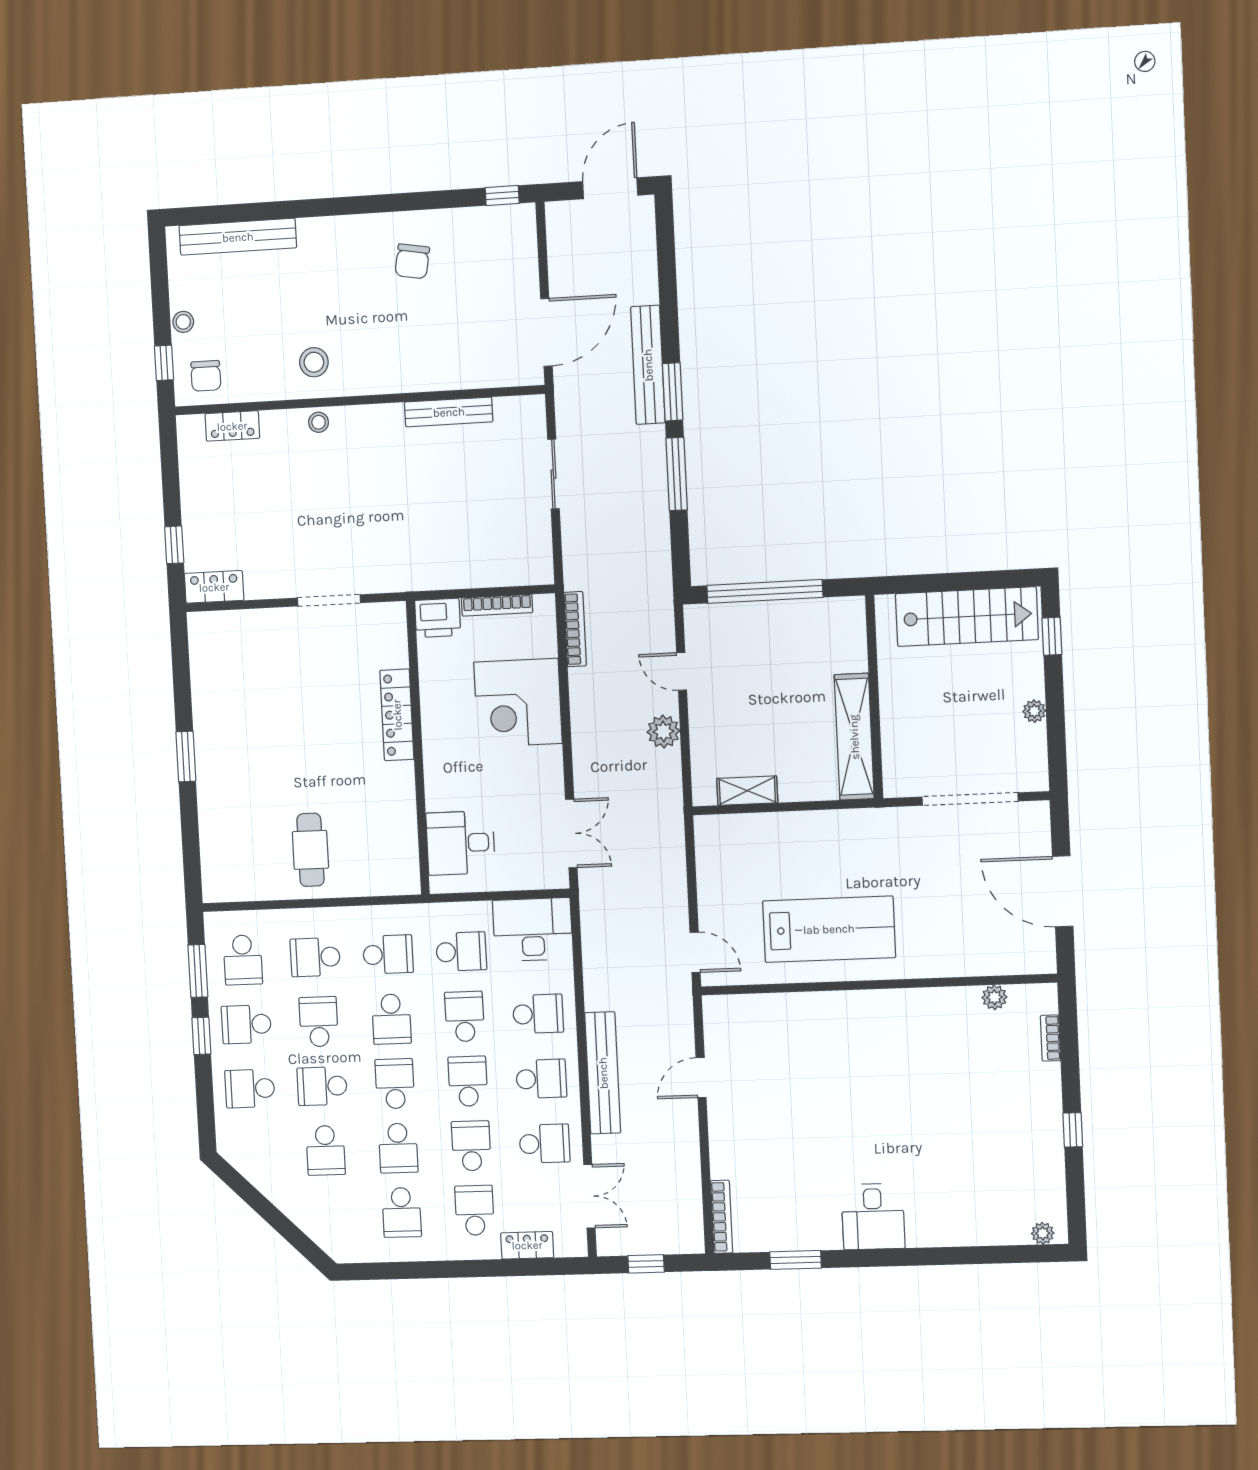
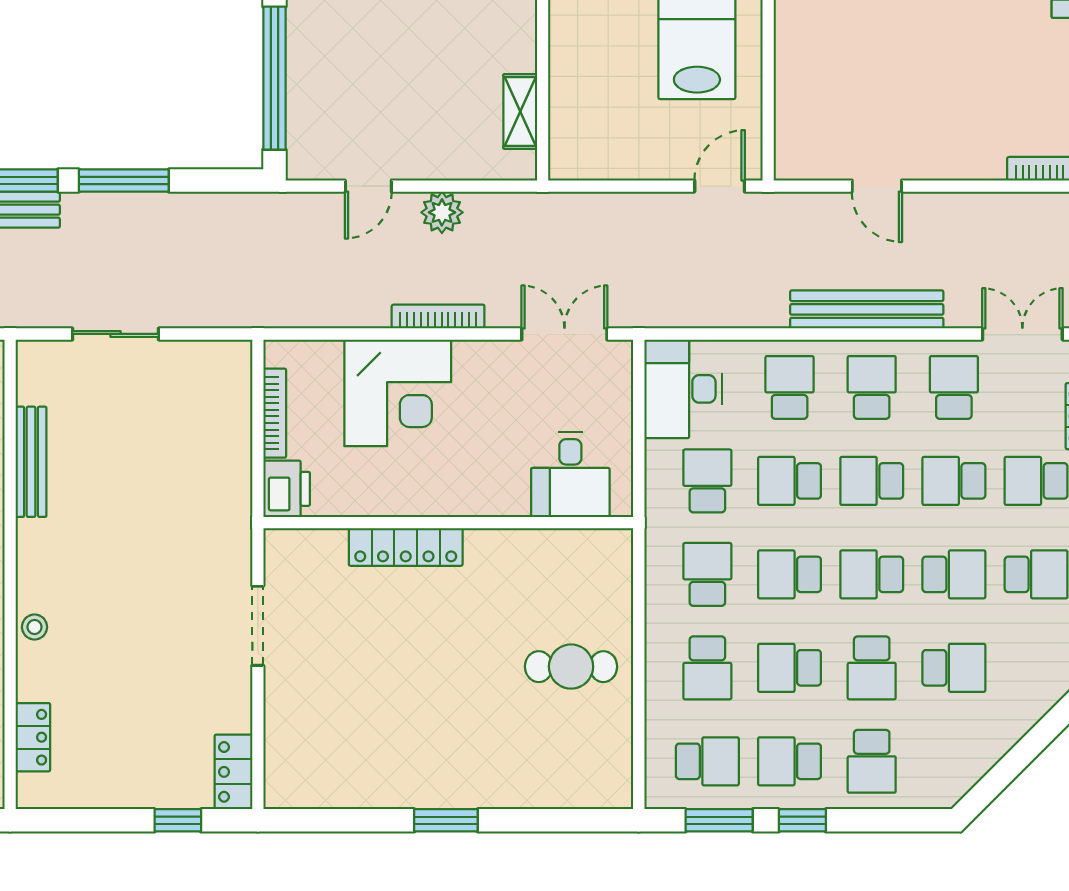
bookcase: (575, 629) -> (438, 317), moved
school desk: (391, 1019) -> (790, 574), turned 180
school desk: (246, 1024) -> (790, 761), turned 90

